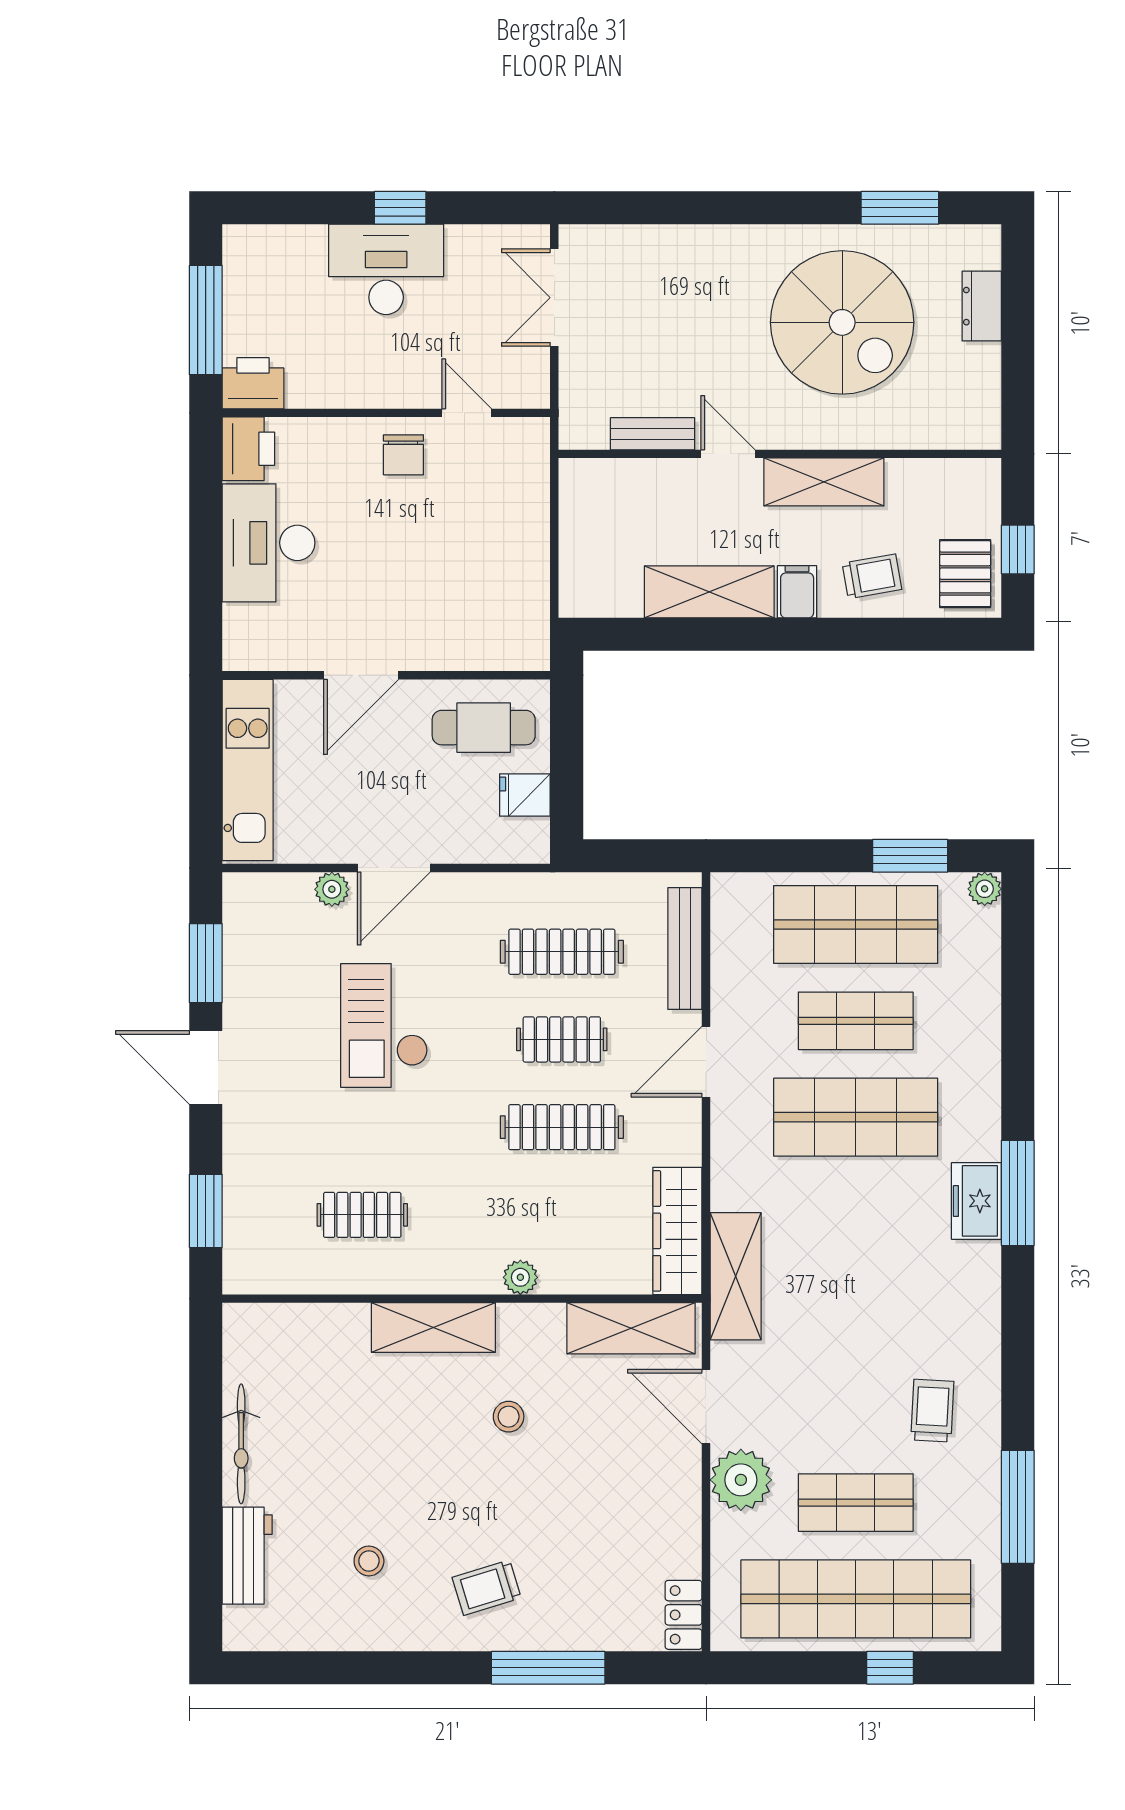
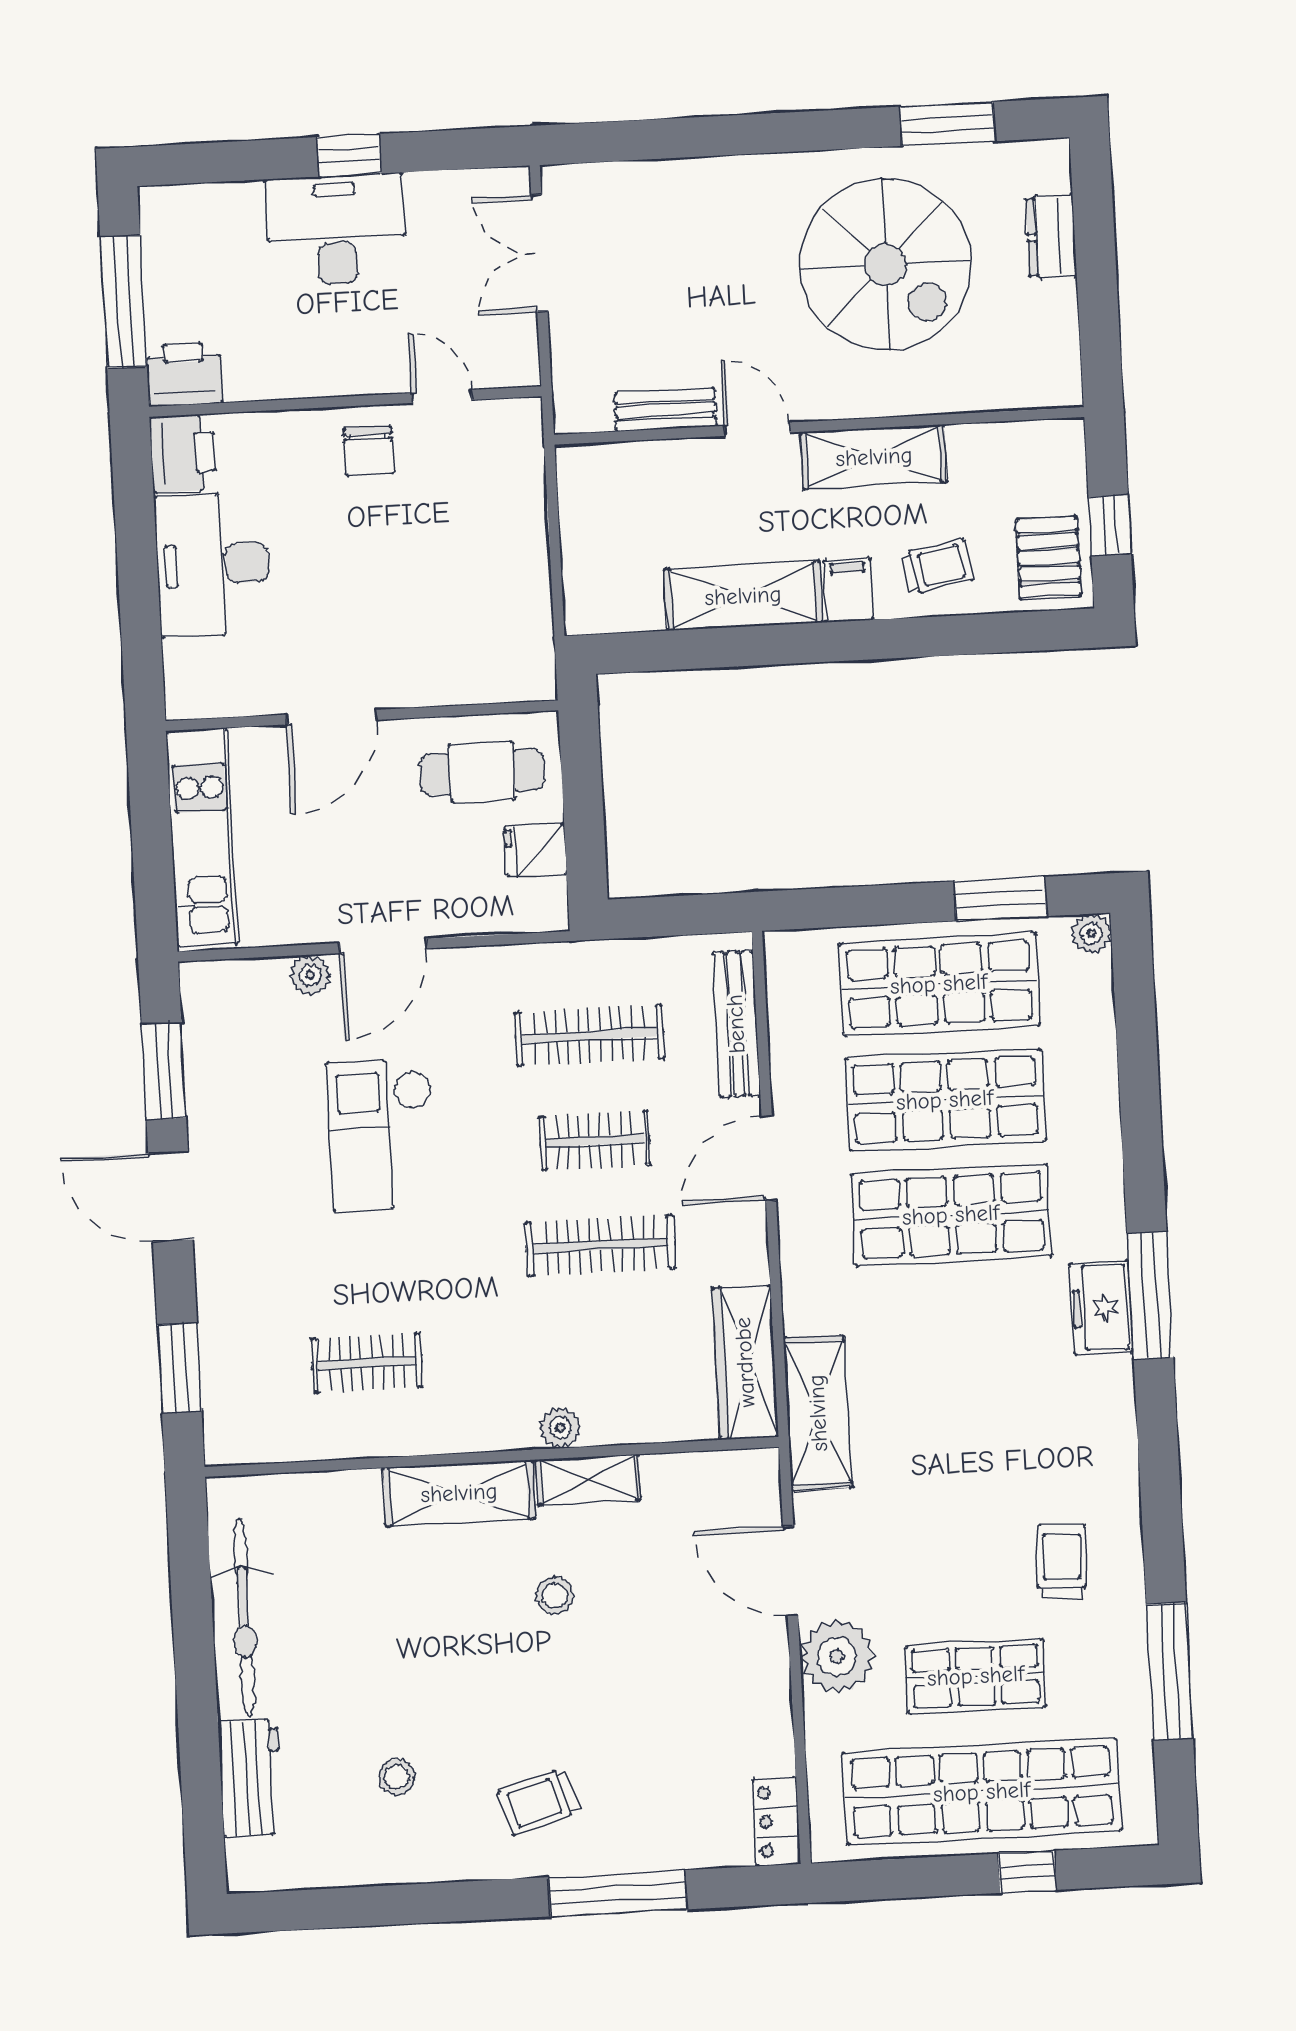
shop shelf: (856, 1021) -> (945, 1100), width x1.43, depth x1.36
shelving: (631, 1328) -> (588, 1480), moved, width x0.67, depth x0.75
bicycle: (241, 1444) -> (244, 1618), width x1.37, depth x1.40

